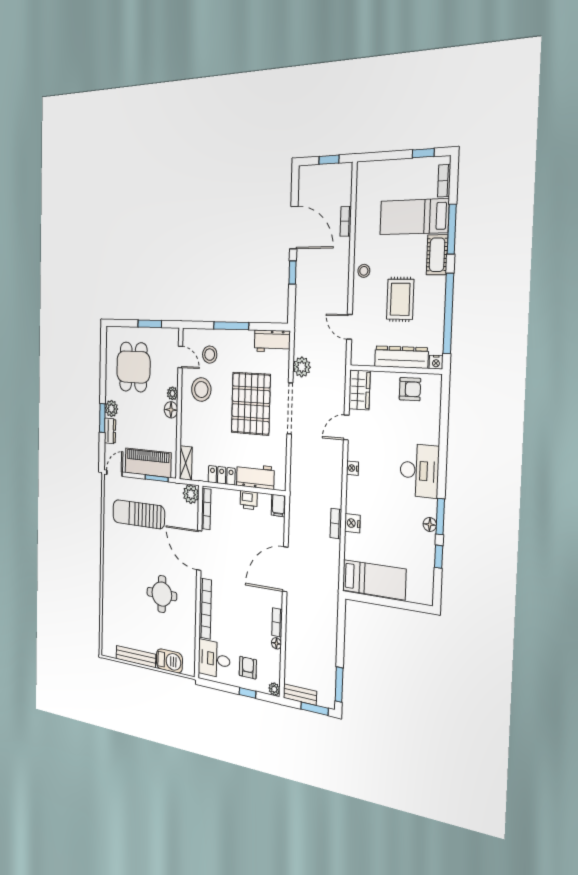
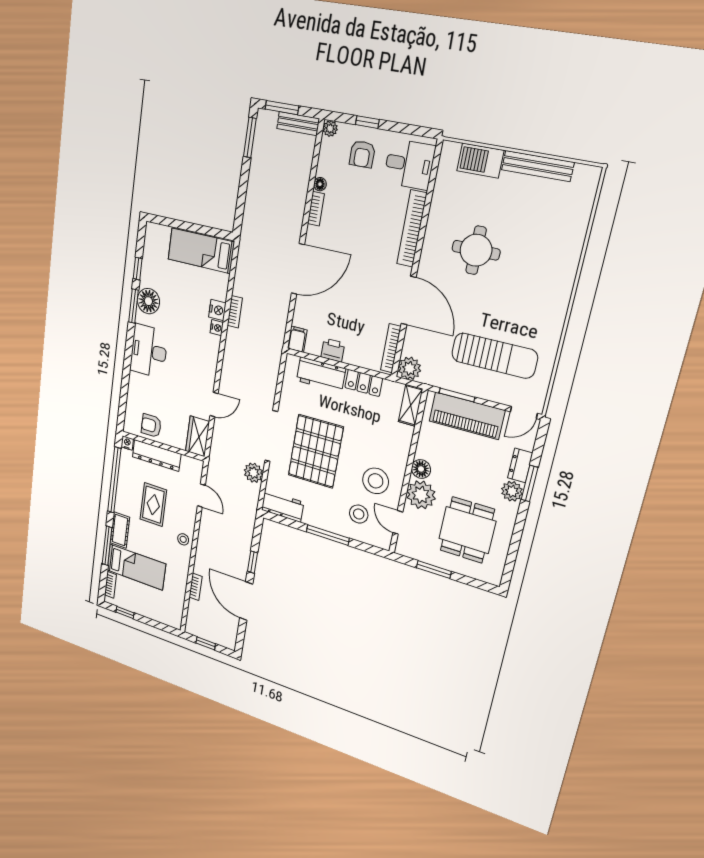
plant: (172, 393) -> (421, 495), width x1.87, depth x1.87
nightstand: (353, 468) -> (217, 328), moved
floor lamp: (430, 524) -> (148, 301), width x1.89, depth x1.89

